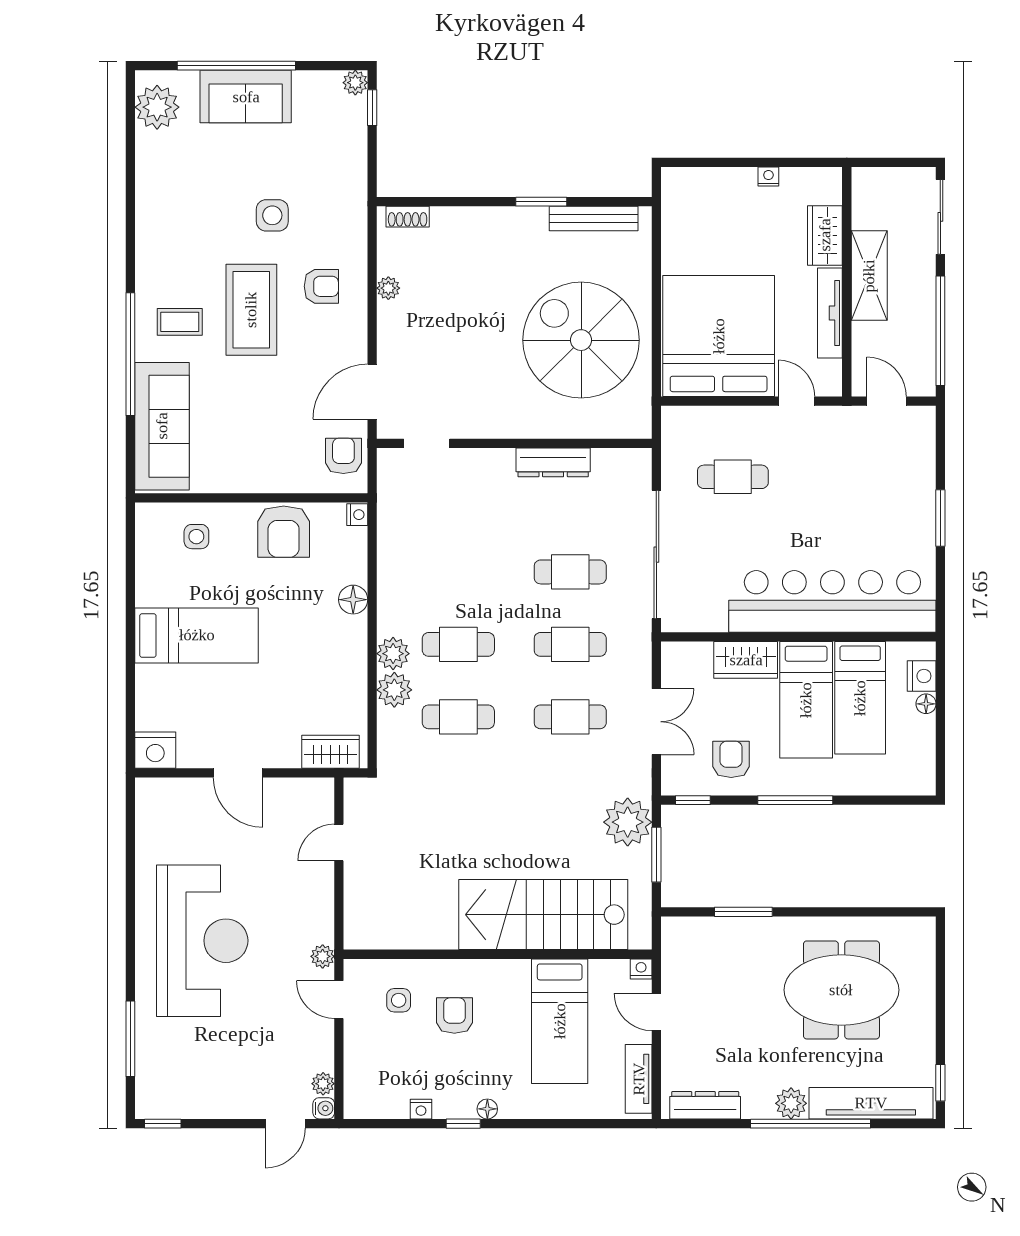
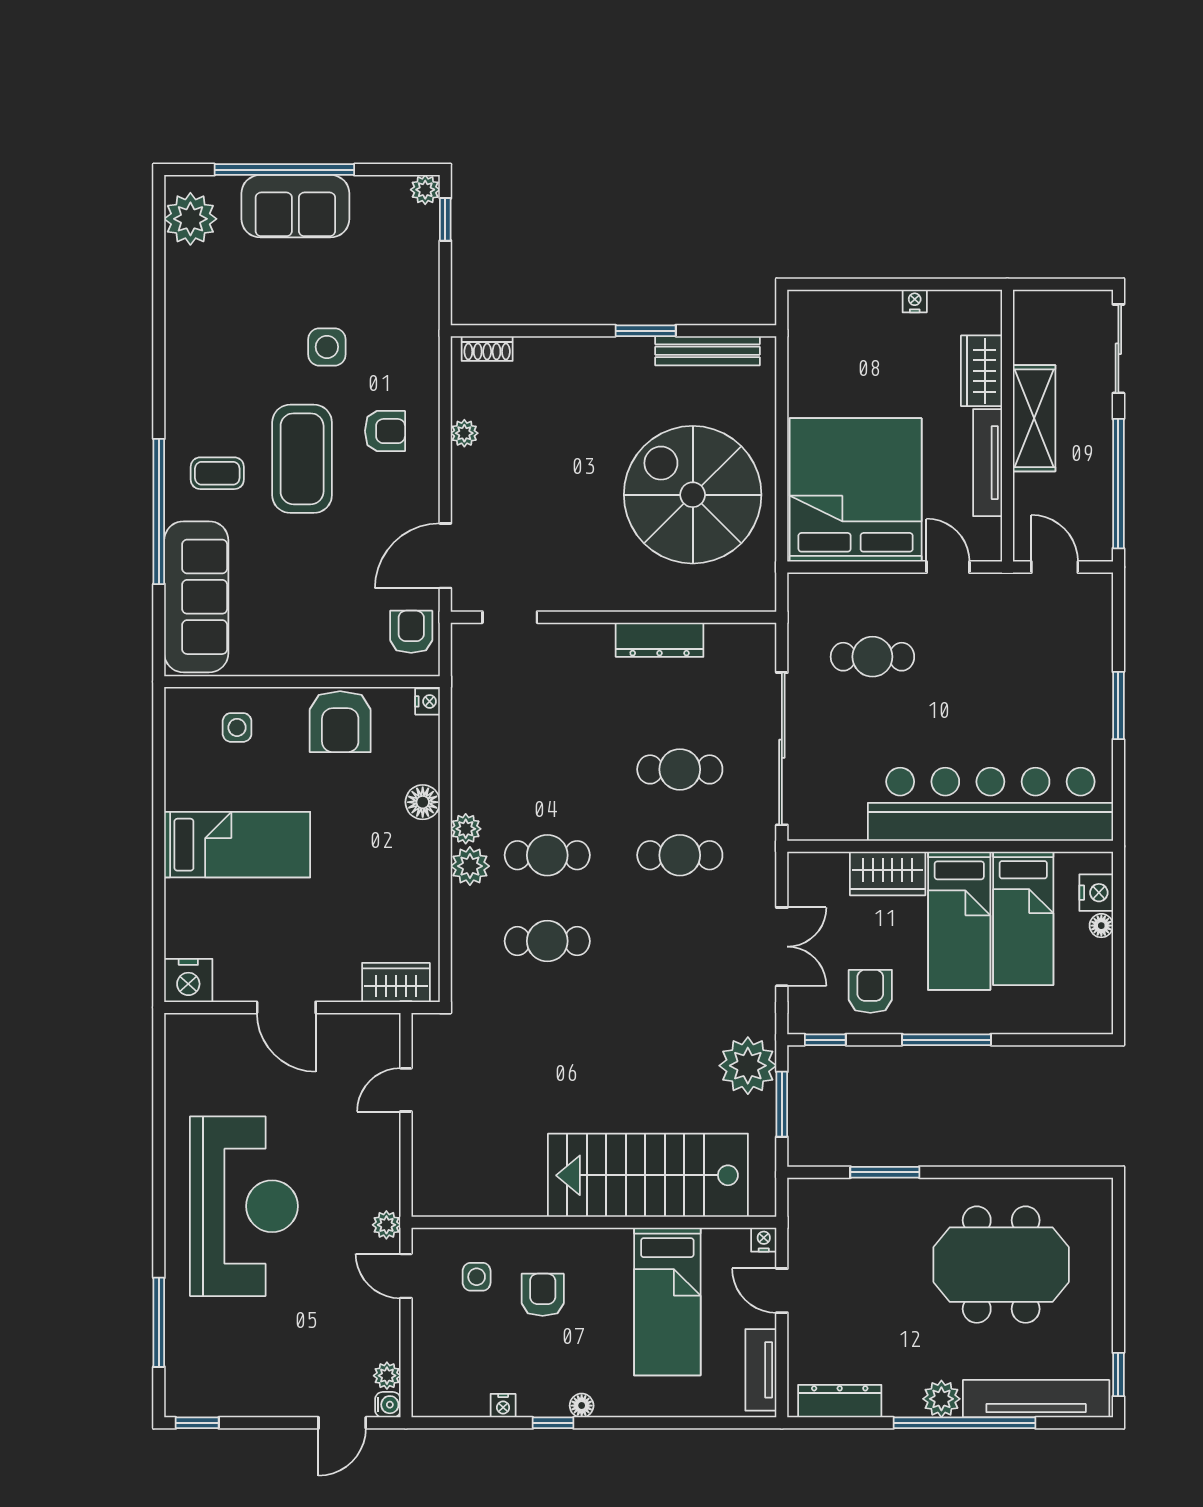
plant: (394, 690) -> (466, 829), moved, width x0.73, depth x0.73
cafe table: (570, 717) -> (680, 941), removed

